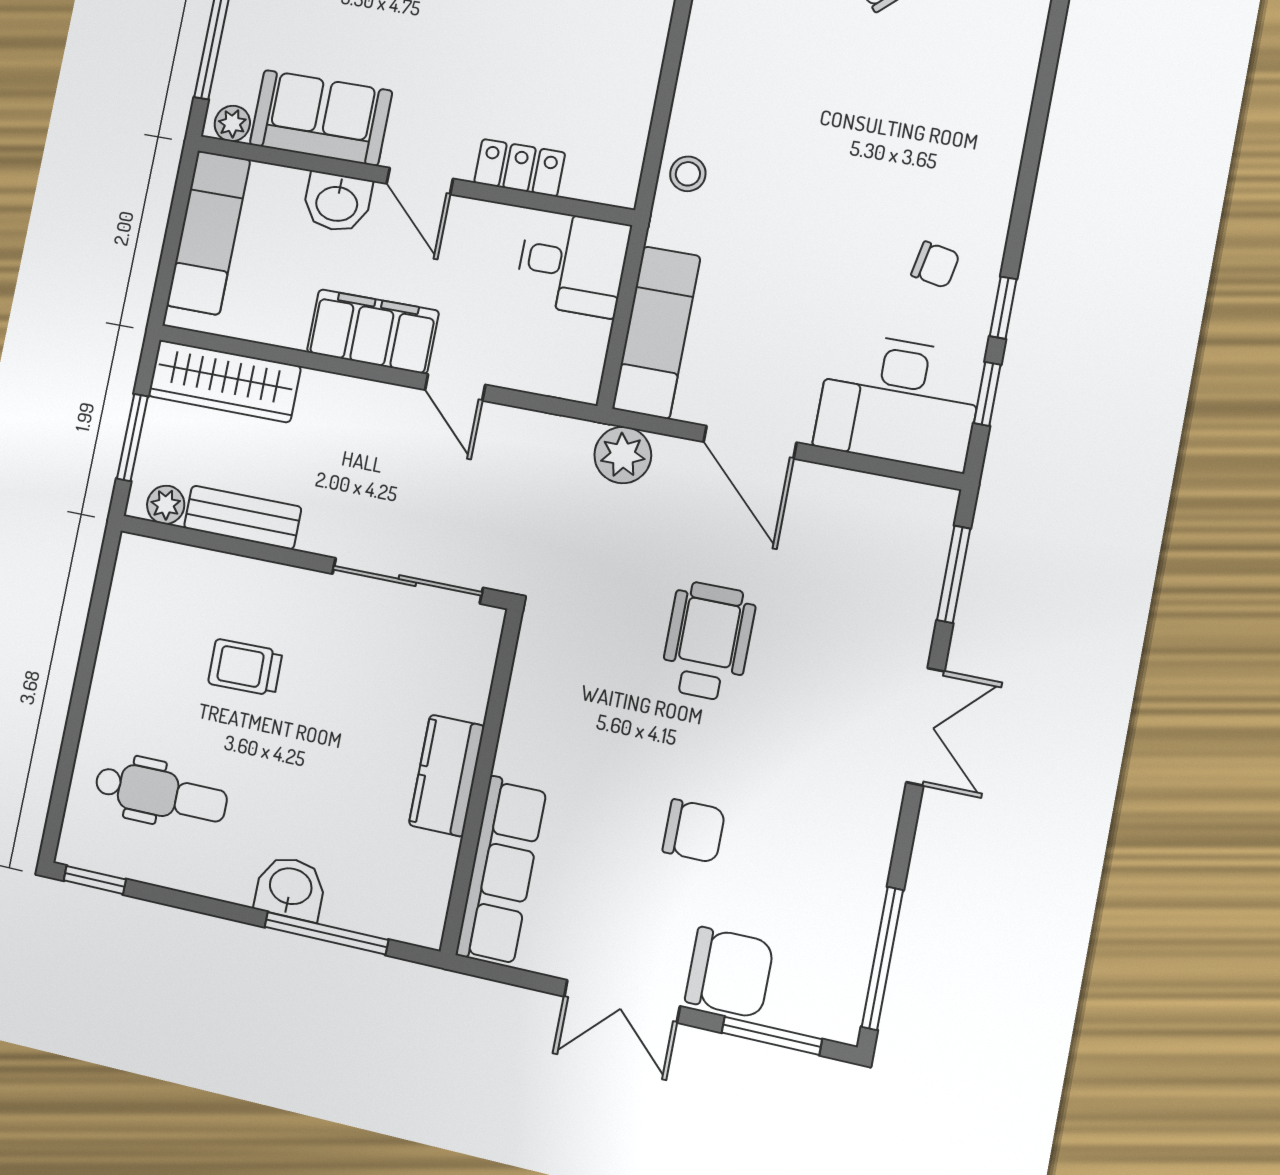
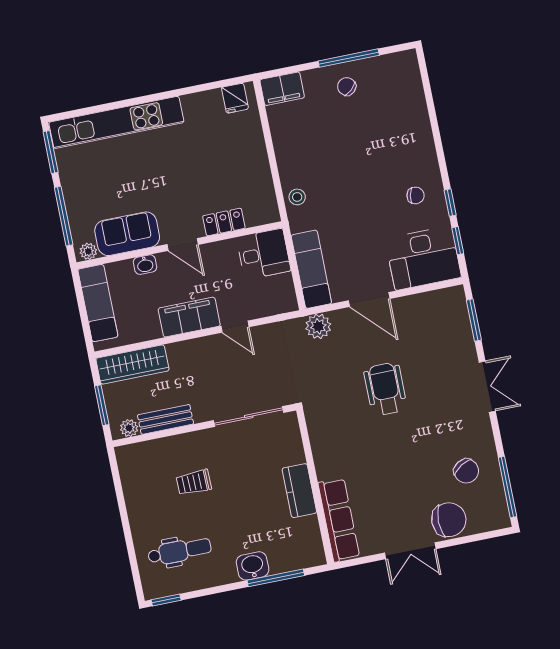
washbasin: (337, 202) -> (145, 265), width x0.72, depth x0.69
chair: (694, 831) -> (466, 471), moved, turned 58
window: (772, 1036) -> (476, 537), removed

